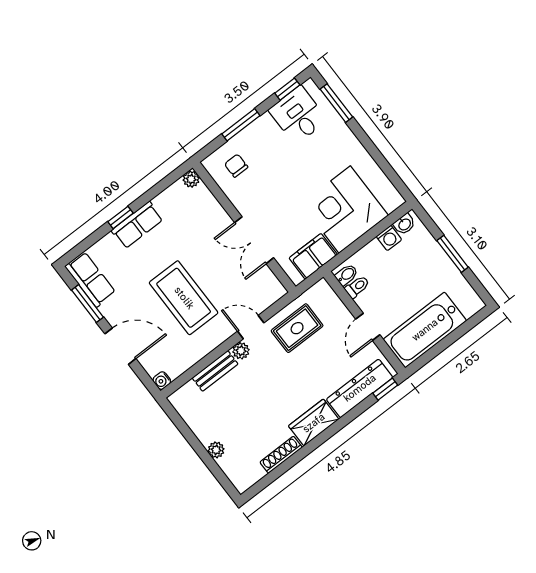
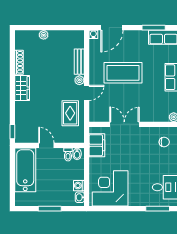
corner desk: (345, 210) -> (110, 188), moved, turned -90
door: (120, 346) -> (112, 28), moved
dresser: (360, 388) -> (22, 120), removed

